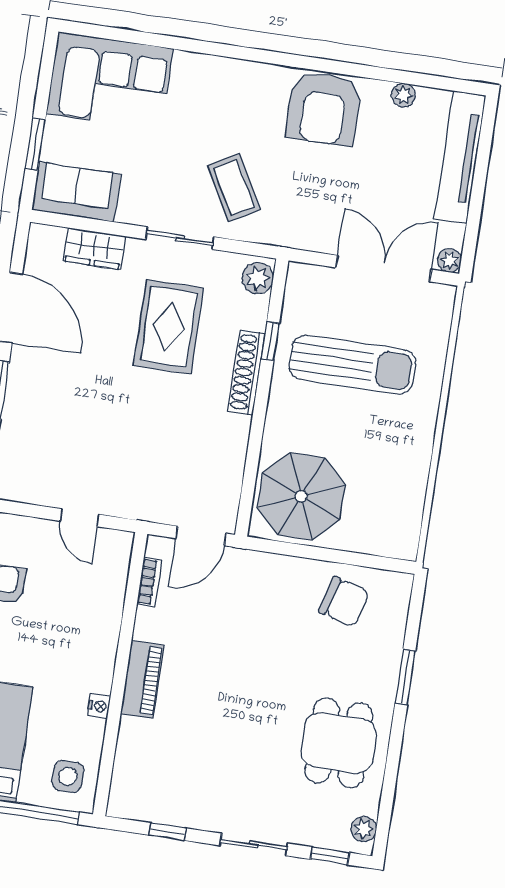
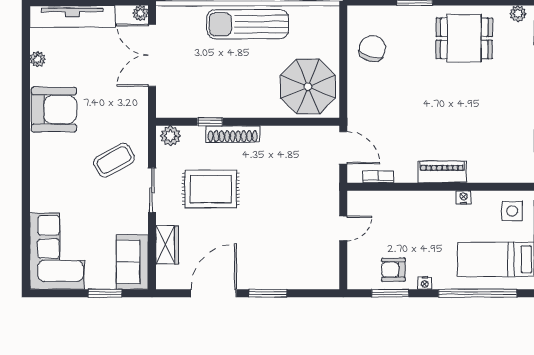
sun lounger: (352, 365) -> (248, 24), moved, turned -90

